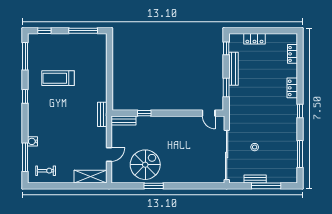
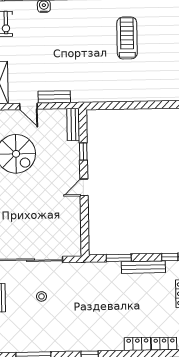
locker: (292, 88) -> (137, 344), moved
door: (209, 113) -> (84, 187), moved
bench: (102, 114) -> (54, 97), moved

